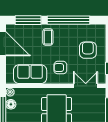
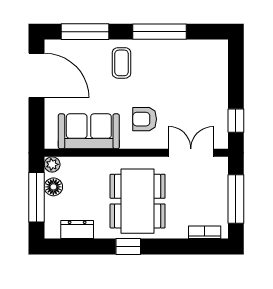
window: (68, 20) -> (160, 32), width x0.68
armchair: (88, 50) -> (195, 87), removed

